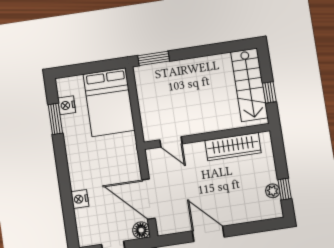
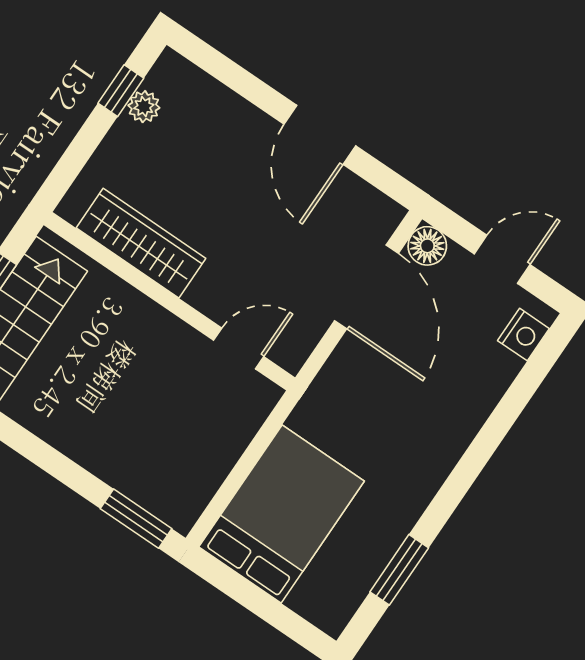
nightstand: (67, 105) -> (359, 575), removed
door: (171, 142) -> (239, 348), hinge flipped
nightstand: (80, 199) -> (523, 335), moved

